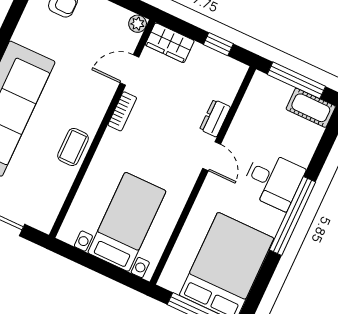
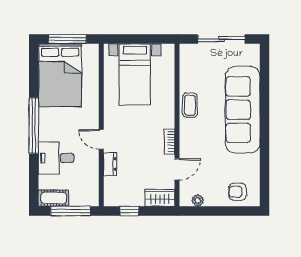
plant: (138, 24) -> (198, 200), moved
desk: (273, 180) -> (56, 158), moved

